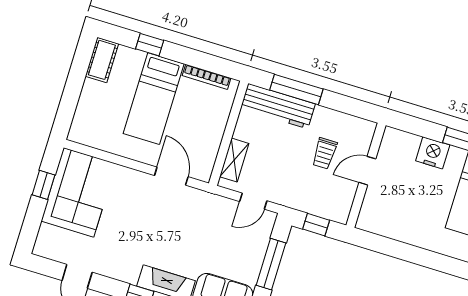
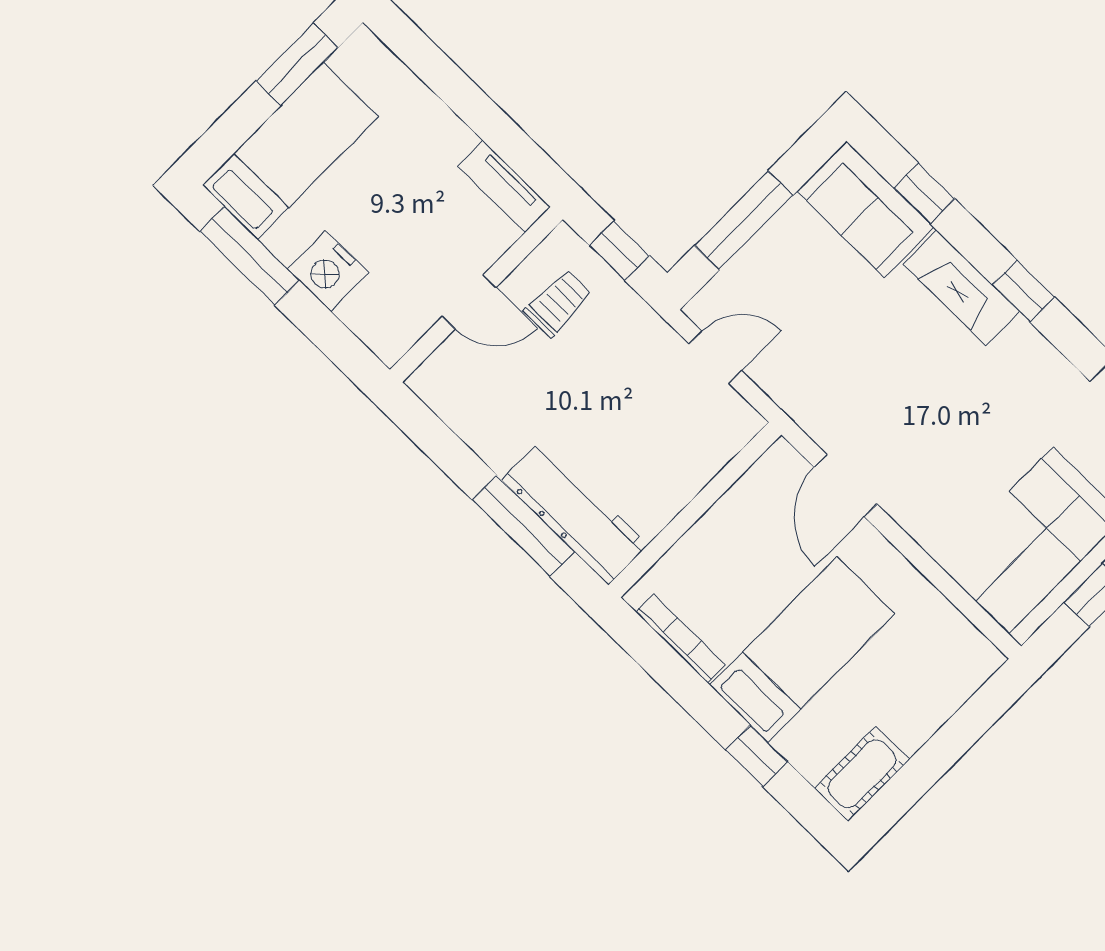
trolley: (325, 153) -> (558, 303), moved
shelving: (234, 160) -> (711, 454), removed
tv unit: (378, 226) -> (504, 187), added

